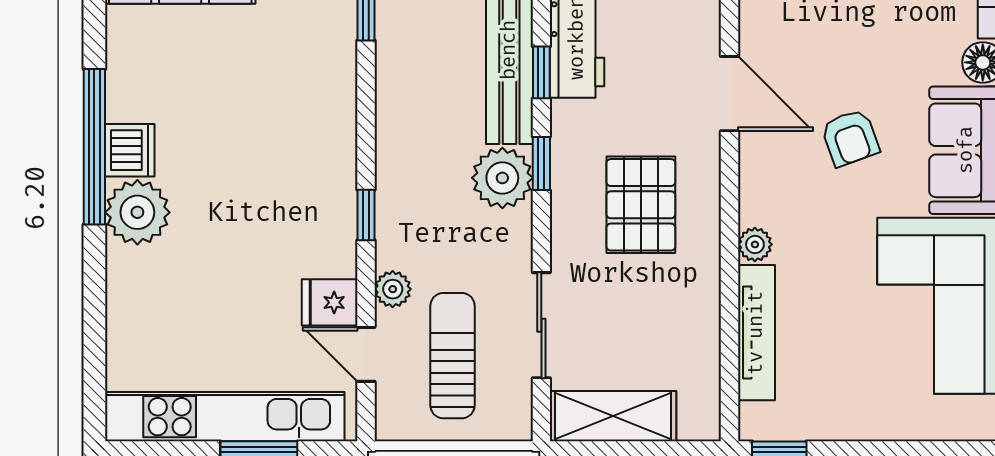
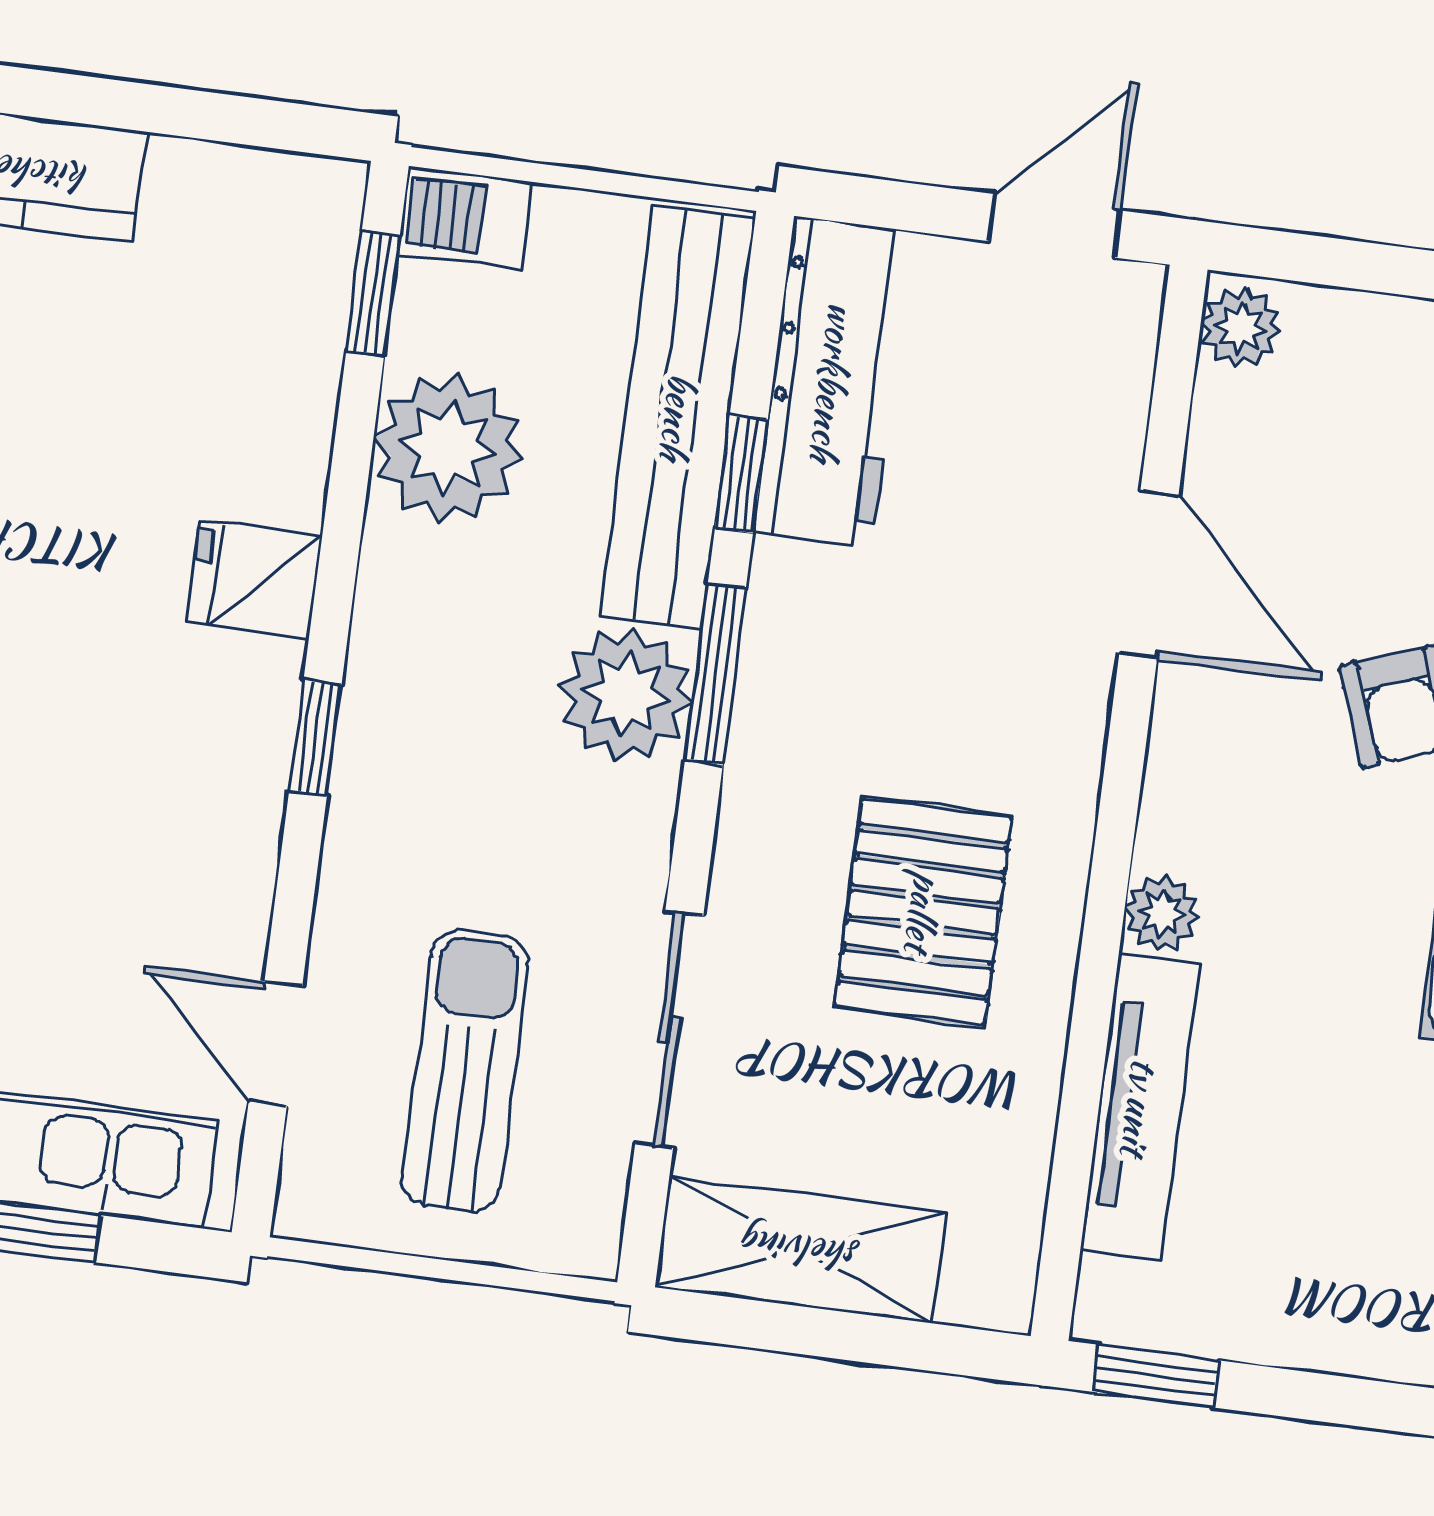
window: (541, 163) -> (715, 674), width x1.50
pallet: (641, 205) -> (923, 912), moved
plant: (393, 289) -> (448, 448), moved, width x1.87, depth x1.87
fridge: (330, 302) -> (255, 579), moved

